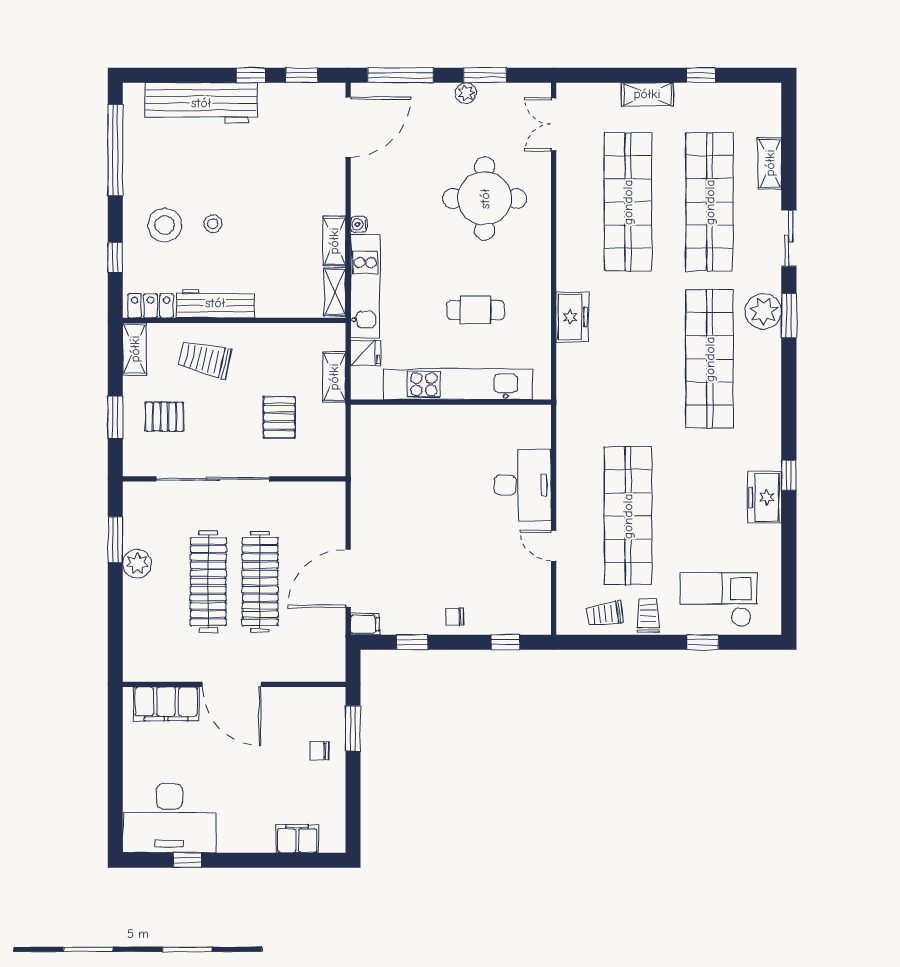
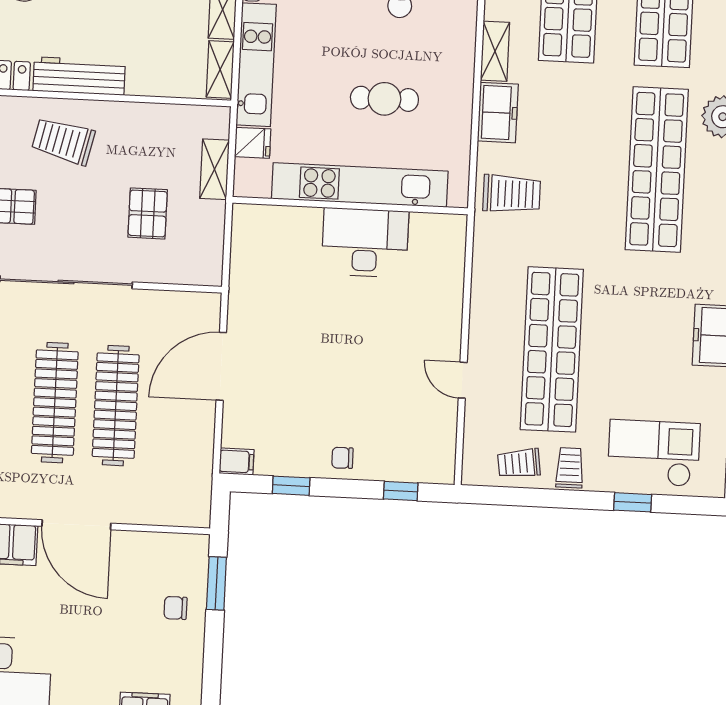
shelving: (567, 265) -> (495, 51), added
trolley: (587, 385) -> (512, 194), added
desk: (523, 485) -> (365, 243), moved, turned -90
door: (348, 578) -> (221, 366), moved

